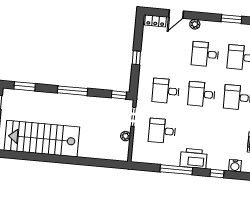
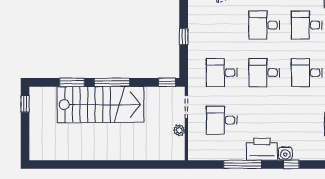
window: (25, 86) -> (72, 82), moved
stairs: (42, 139) -> (101, 105), moved, turned 180
water cooler: (235, 166) -> (285, 153), moved

